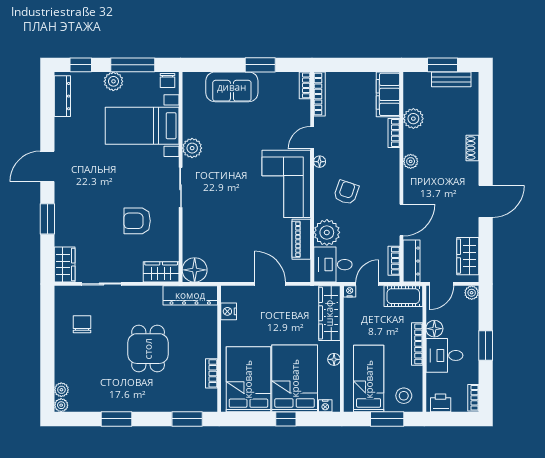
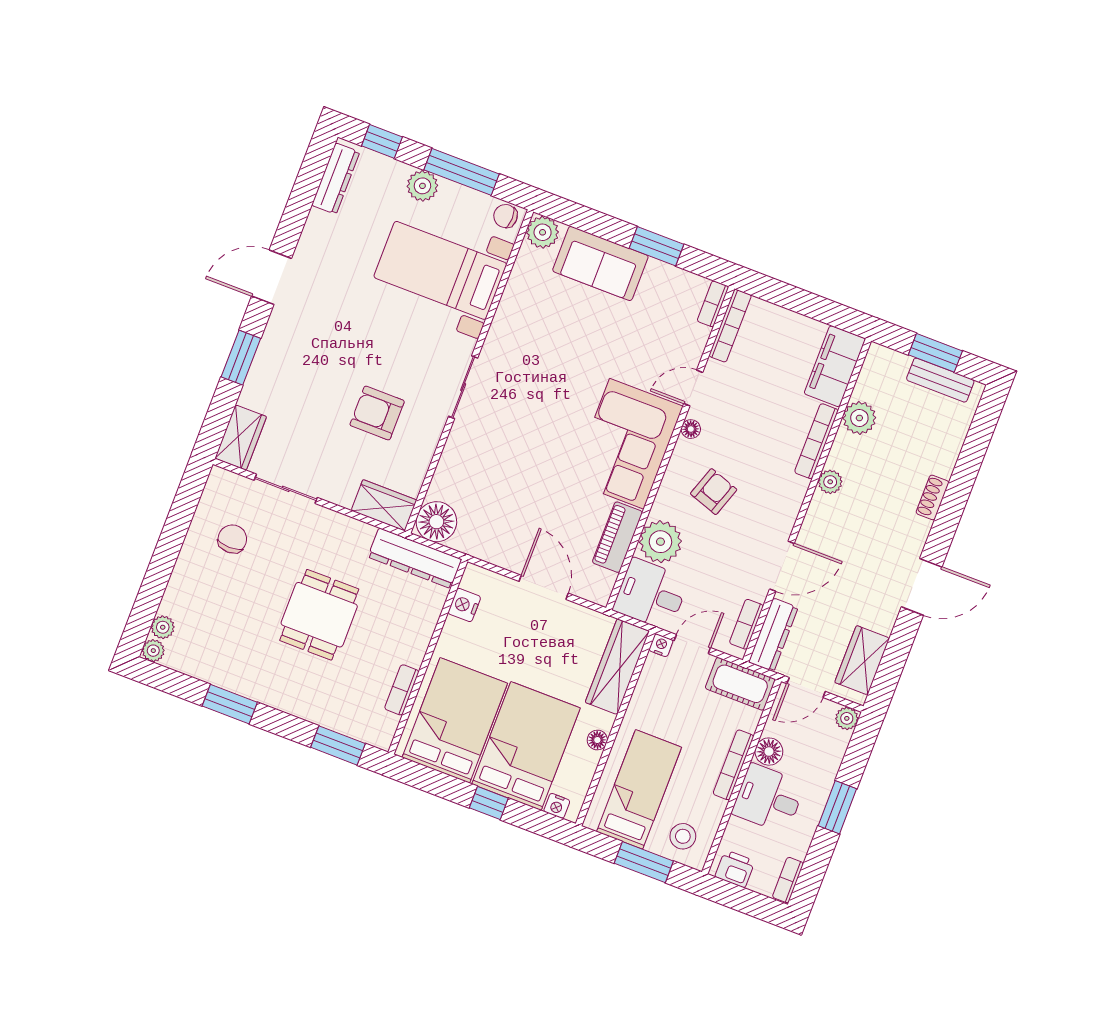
chair: (167, 80) -> (506, 216), turned 90
bookcase: (394, 133) -> (816, 441), width x1.56
plant: (192, 148) -> (543, 232), moved

